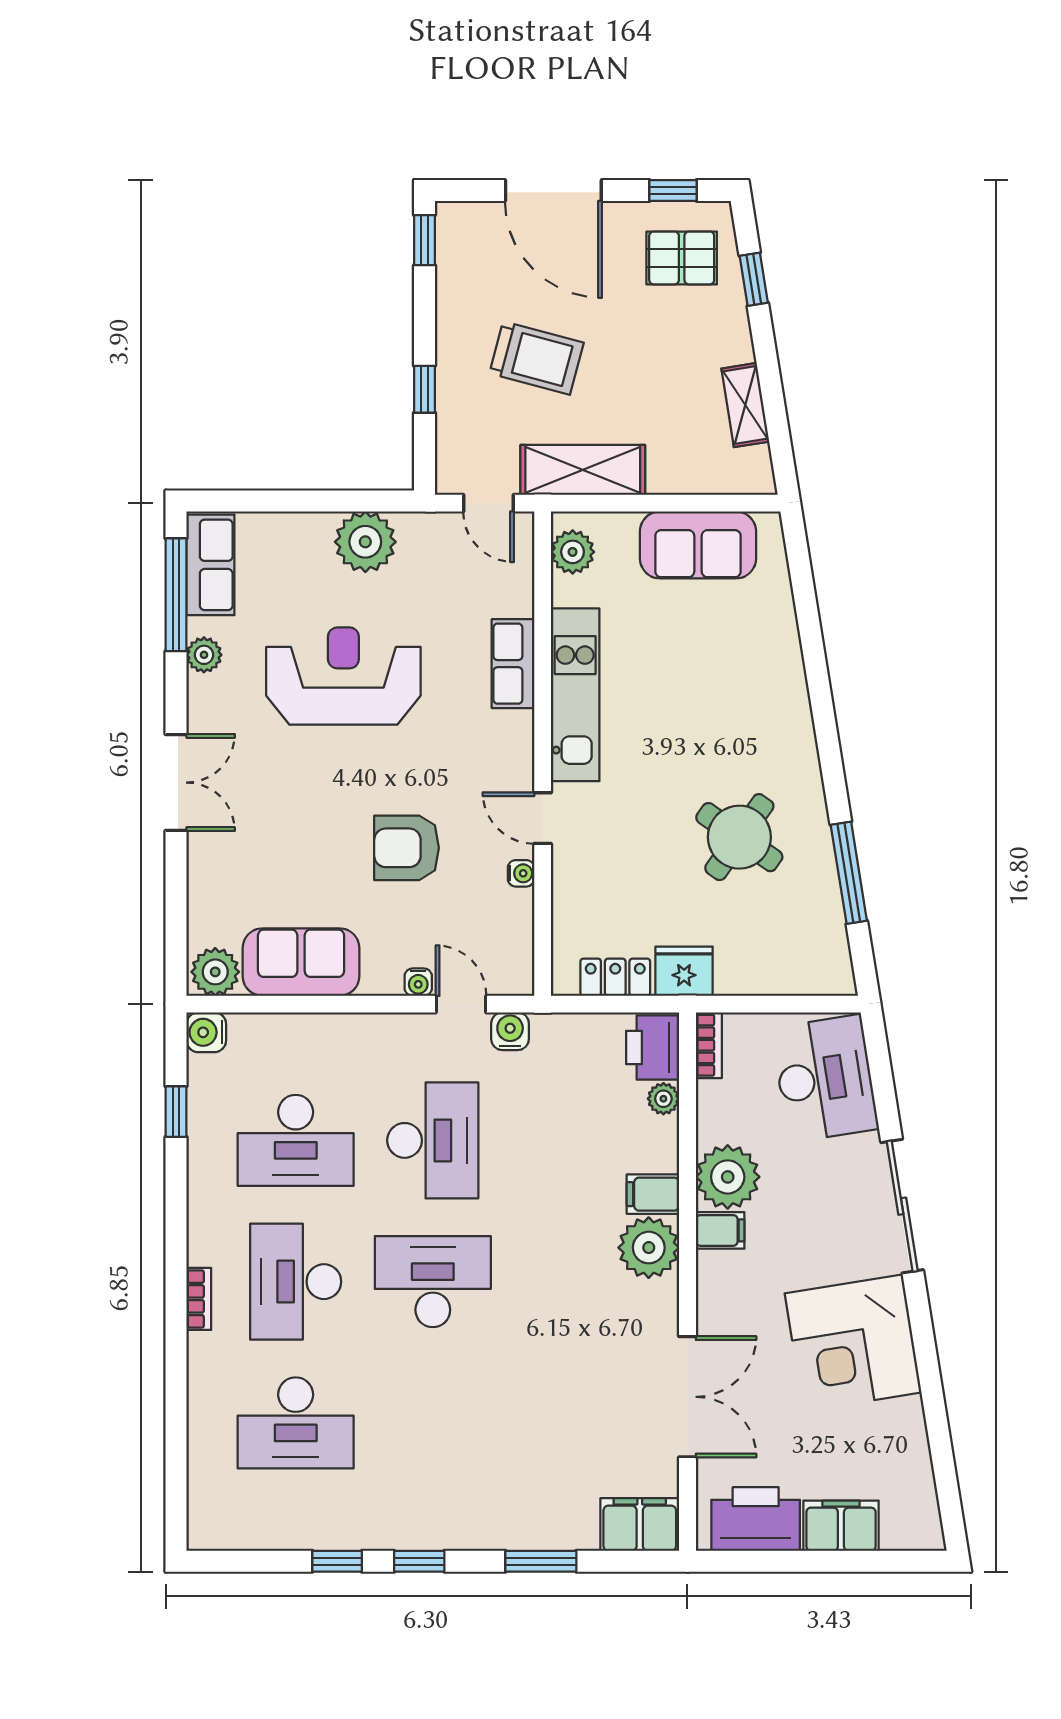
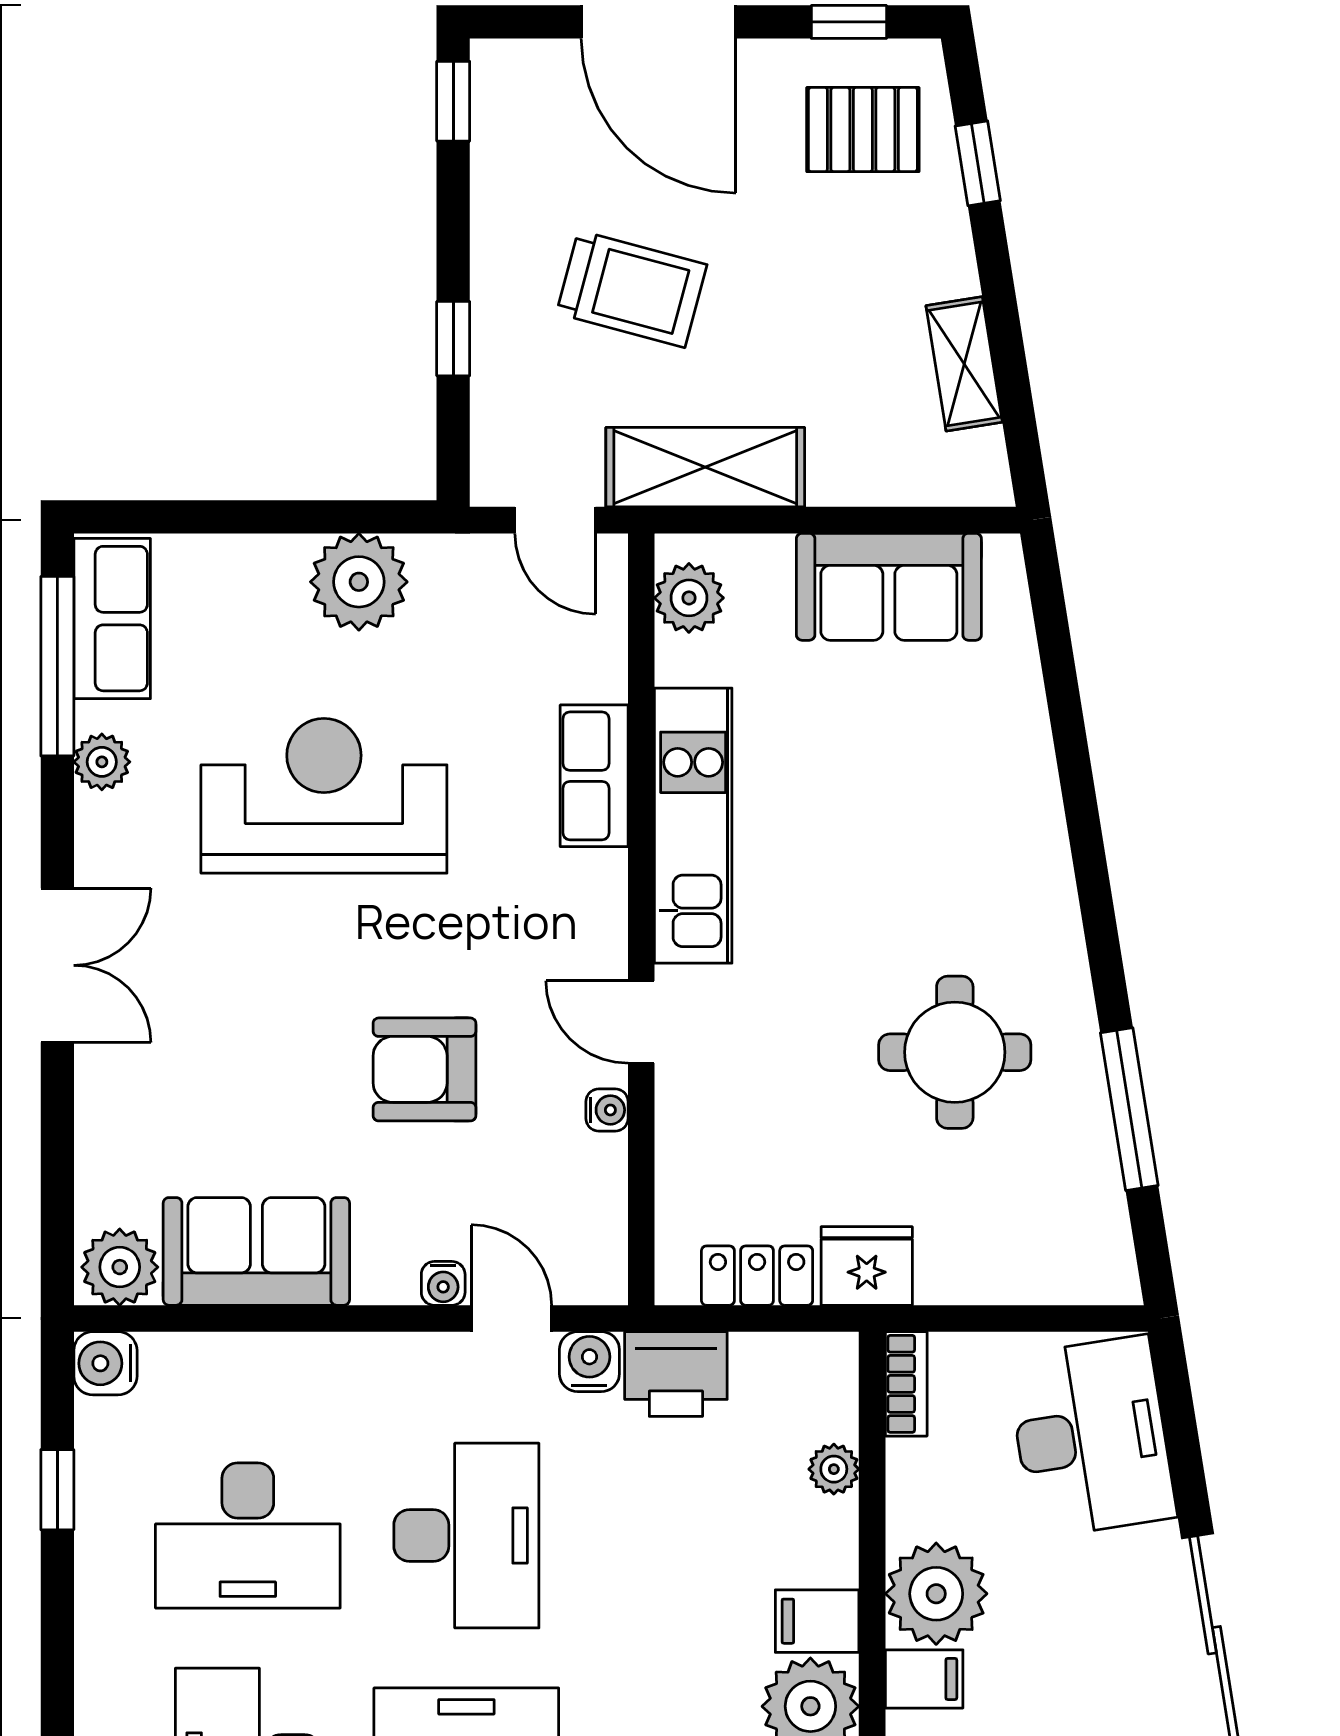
round table: (739, 837) -> (955, 1052), turned -35
printer: (653, 1047) -> (676, 1374), moved, turned -90

